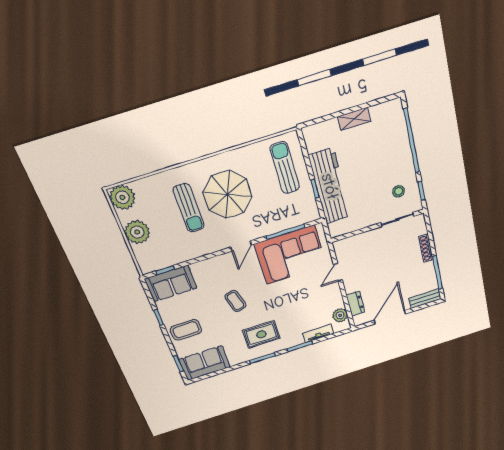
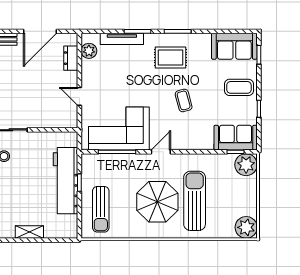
sun lounger: (189, 208) -> (195, 201), width x1.36, depth x1.34
plant: (137, 232) -> (246, 165), moved
door: (338, 272) -> (79, 96), swing flipped
tv unit: (318, 333) -> (122, 39), width x1.41

